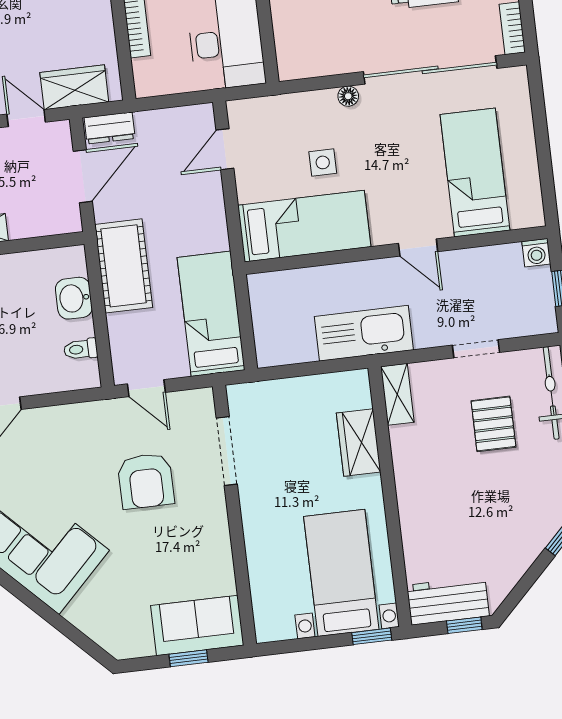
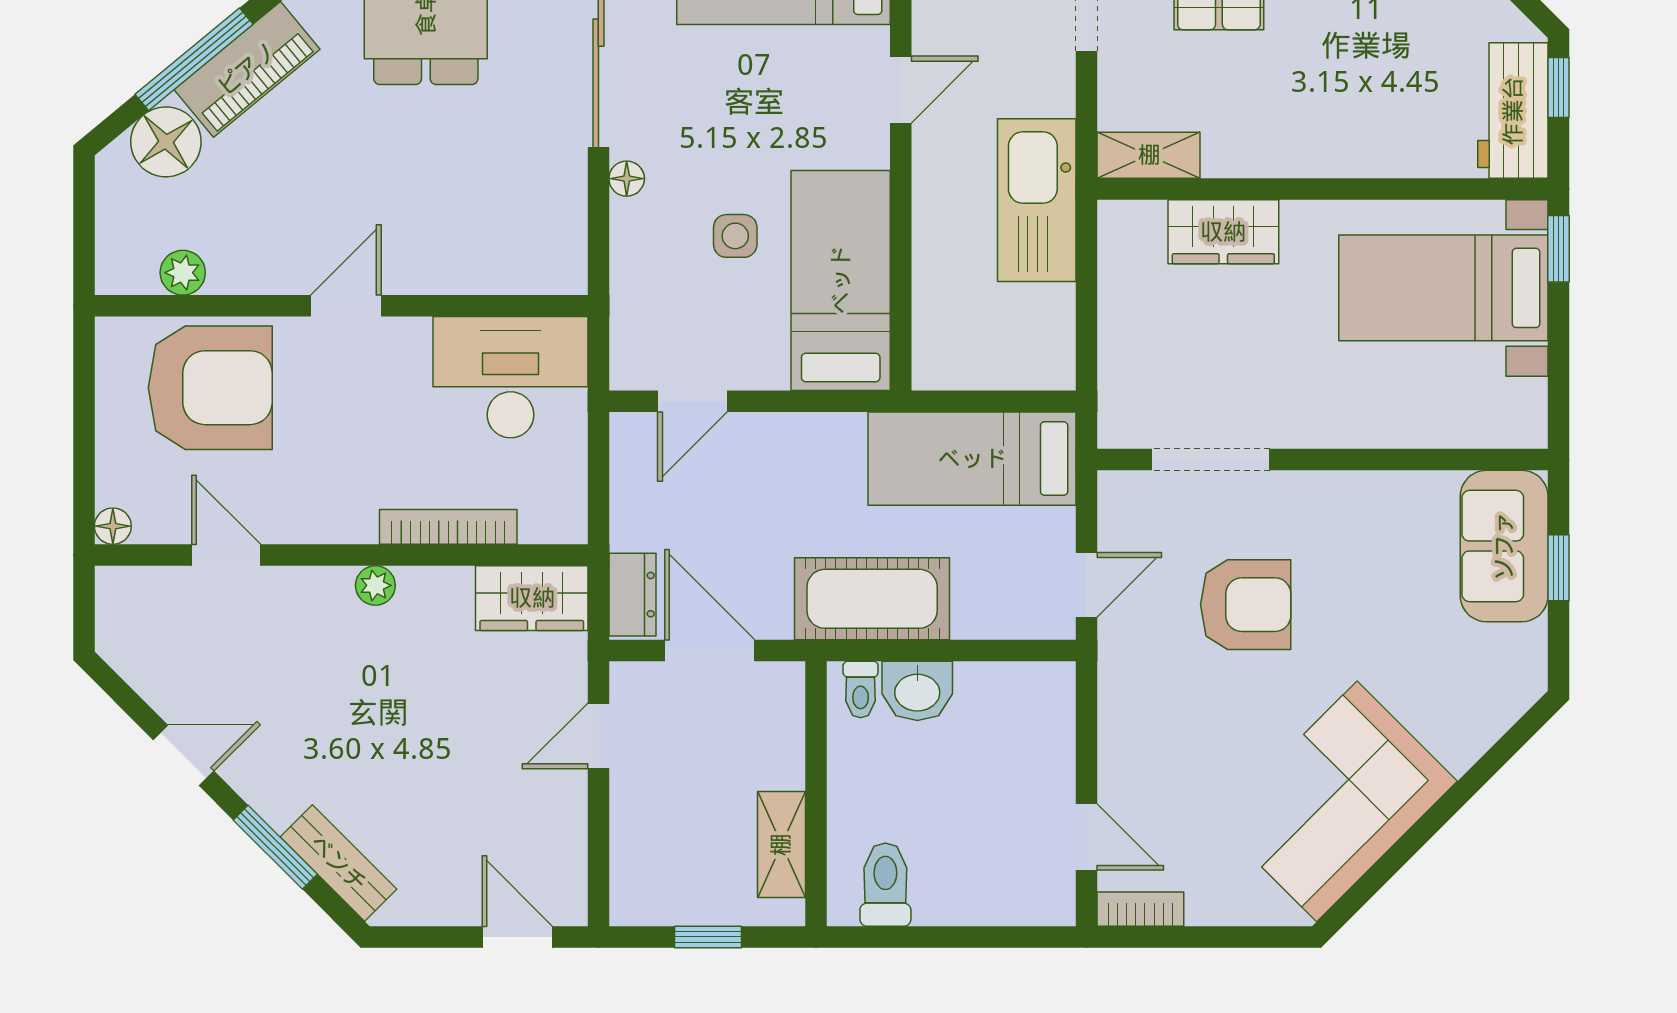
wardrobe: (74, 87) -> (532, 598), moved, turned -90
door: (225, 149) -> (692, 401), hinge flipped
toilet: (81, 349) -> (861, 689), moved

